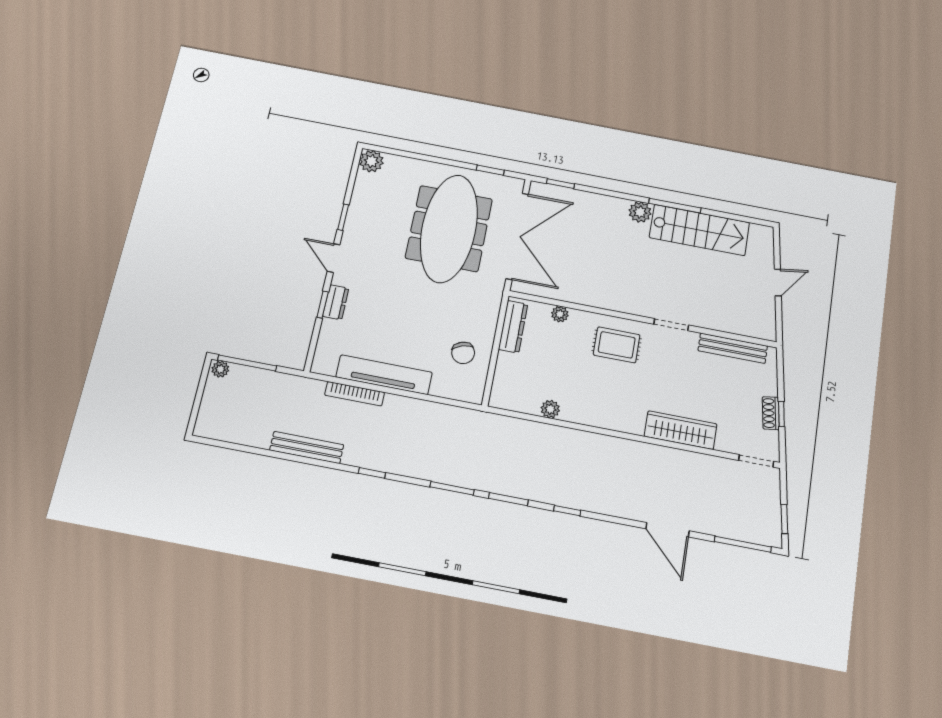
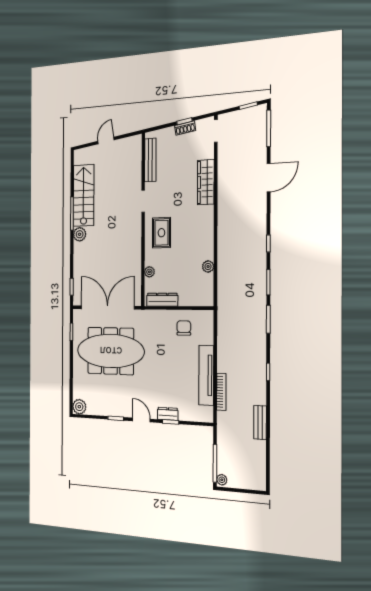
door: (333, 258) -> (141, 420), swing flipped
door: (778, 282) -> (106, 141), hinge flipped
chair: (463, 353) -> (184, 328), turned -72
bench: (307, 447) -> (260, 422), width x0.73

